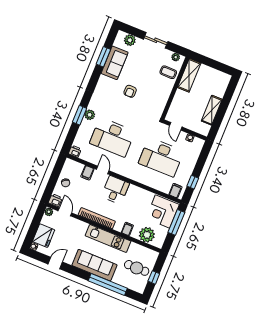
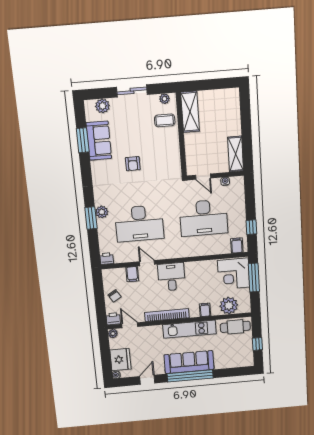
shelving: (212, 110) -> (236, 154), moved
cafe table: (137, 268) -> (235, 327), moved
window: (108, 285) -> (190, 376), moved

